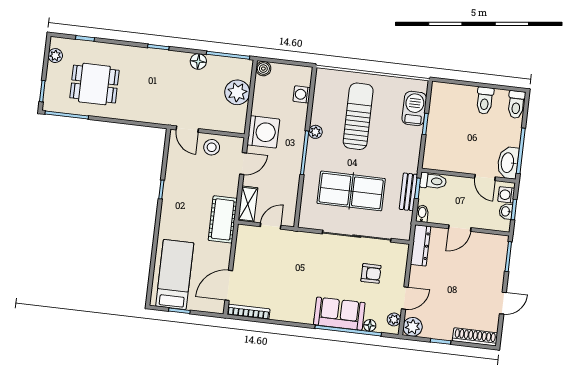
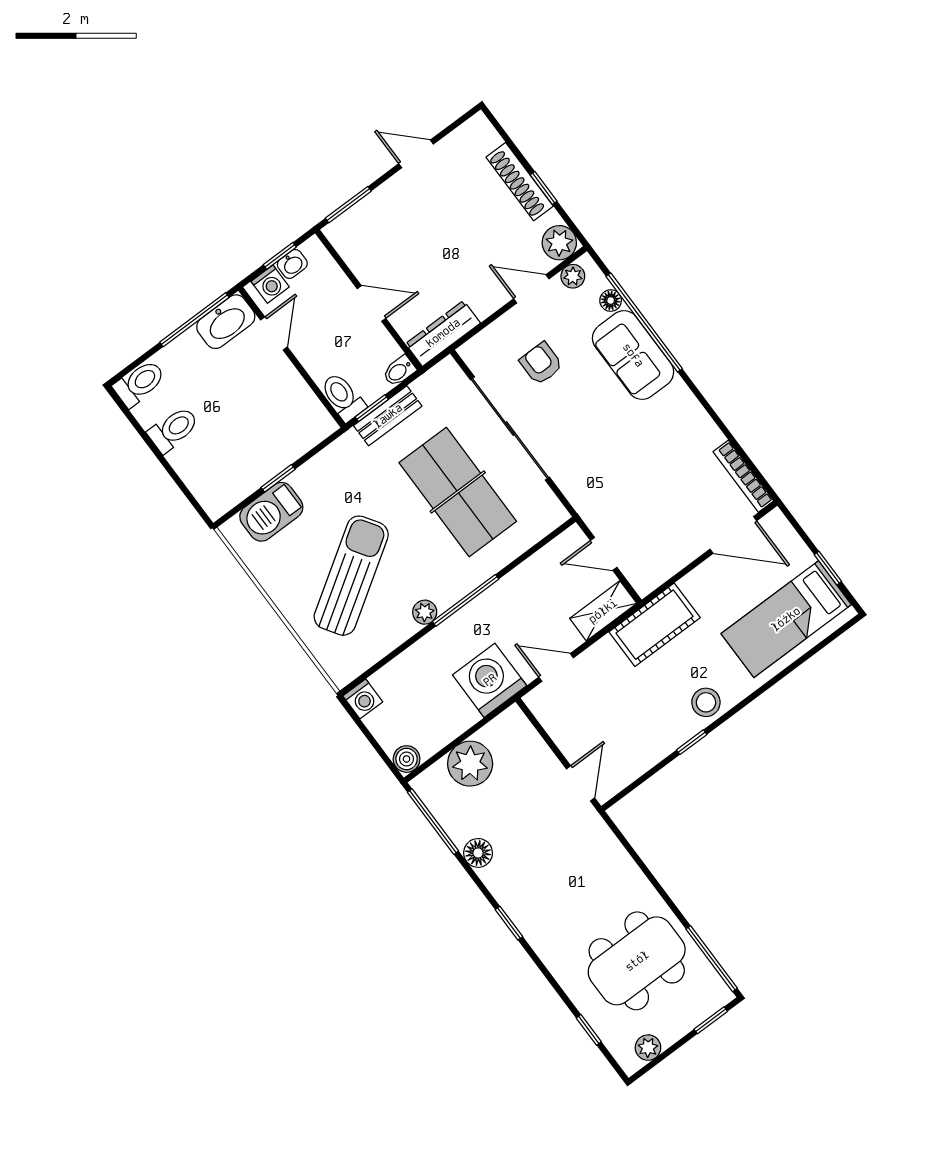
dining table: (94, 84) -> (637, 961), width x1.37
washing machine: (302, 94) -> (363, 699), moved
sun lounger: (358, 116) -> (351, 576), turned 147
stool: (212, 147) -> (706, 702), moved
shoe rack: (475, 337) -> (520, 182), moved

